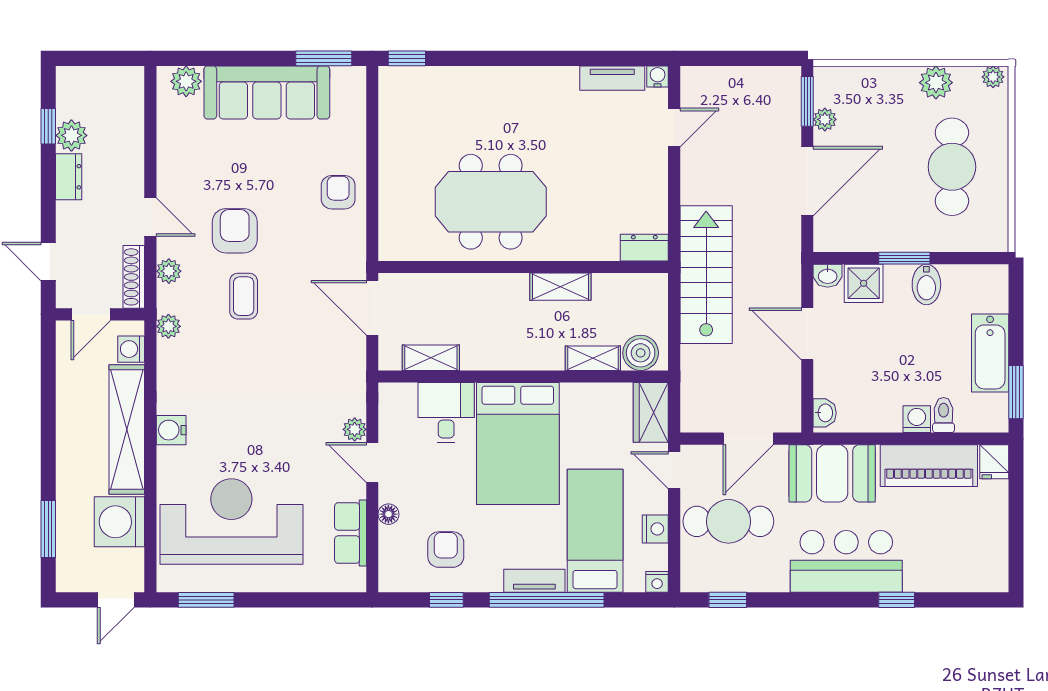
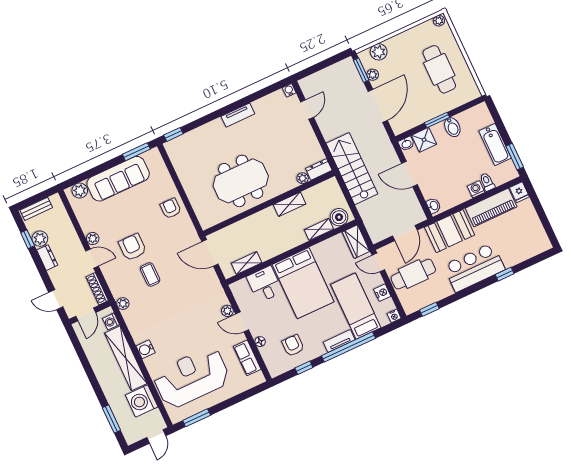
bench: (90, 78) -> (36, 209), added
tv unit: (612, 78) -> (238, 115), moved
plant: (936, 83) -> (379, 52), moved
plant: (607, 250) -> (303, 178), added
plant: (169, 271) -> (93, 239), moved

